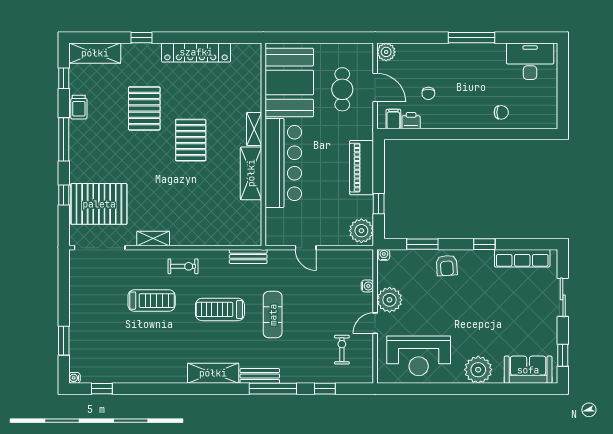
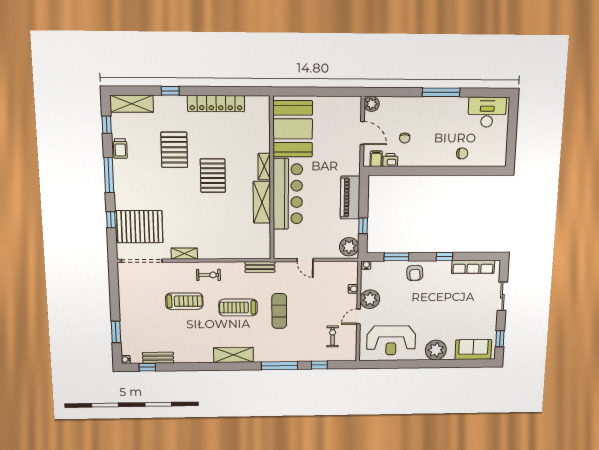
cafe table: (342, 89) -> (336, 135), removed
bench: (260, 376) -> (158, 358), moved

